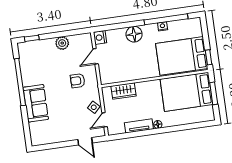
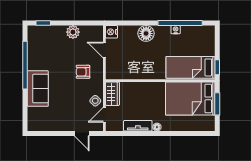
door: (96, 56) -> (104, 50), hinge flipped
bed: (182, 56) -> (191, 67), width x0.67
wardrobe: (124, 91) -> (112, 94), moved, turned -90

